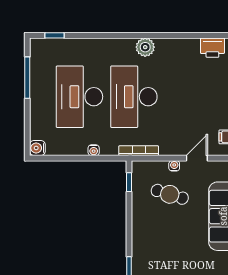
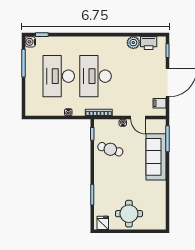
plant: (145, 47) -> (133, 43), moved
water cooler: (37, 148) -> (30, 42), moved
door: (197, 158) -> (138, 118), swing flipped
cafe table: (170, 194) -> (110, 149), moved

